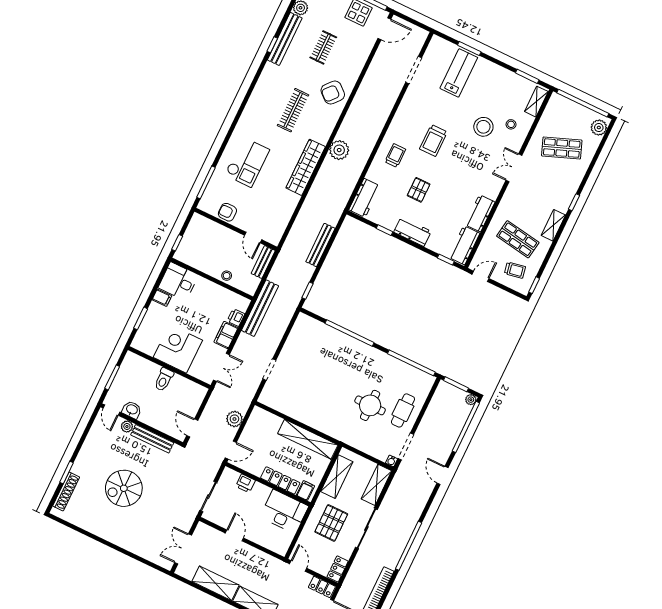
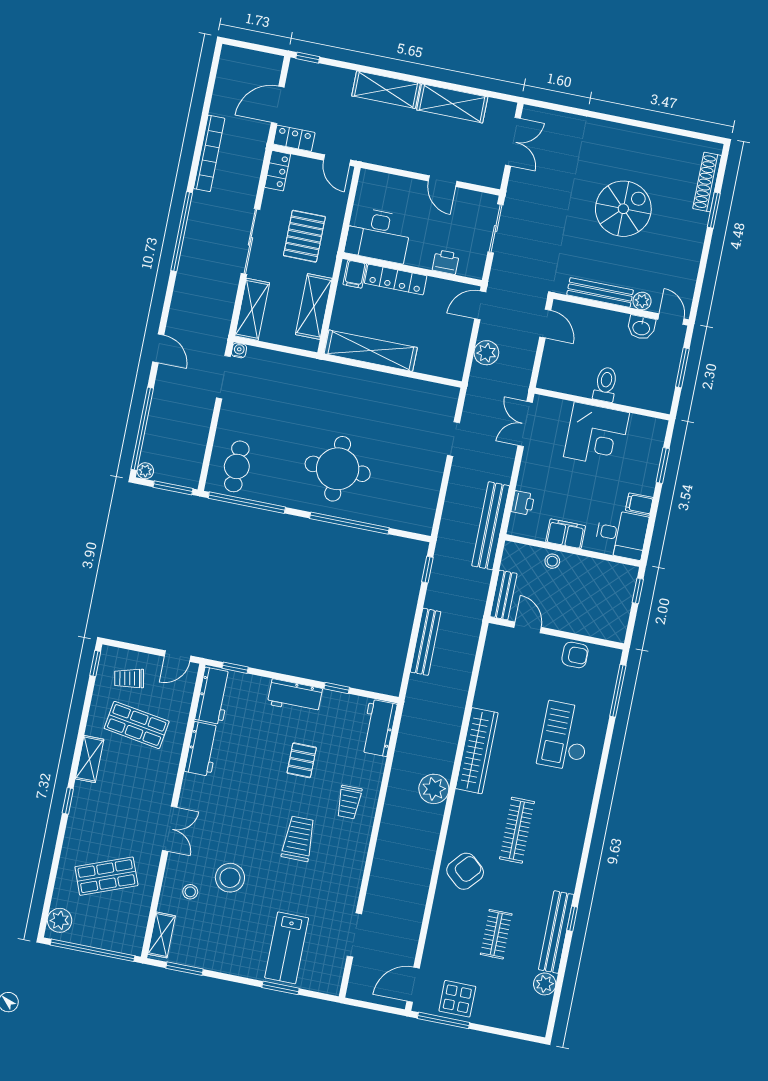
filing cabinet: (226, 335) -> (566, 534), moved, turned -90
round table: (370, 405) -> (338, 469), moved, width x1.36, depth x1.36
cafe table: (403, 410) -> (237, 466), moved

